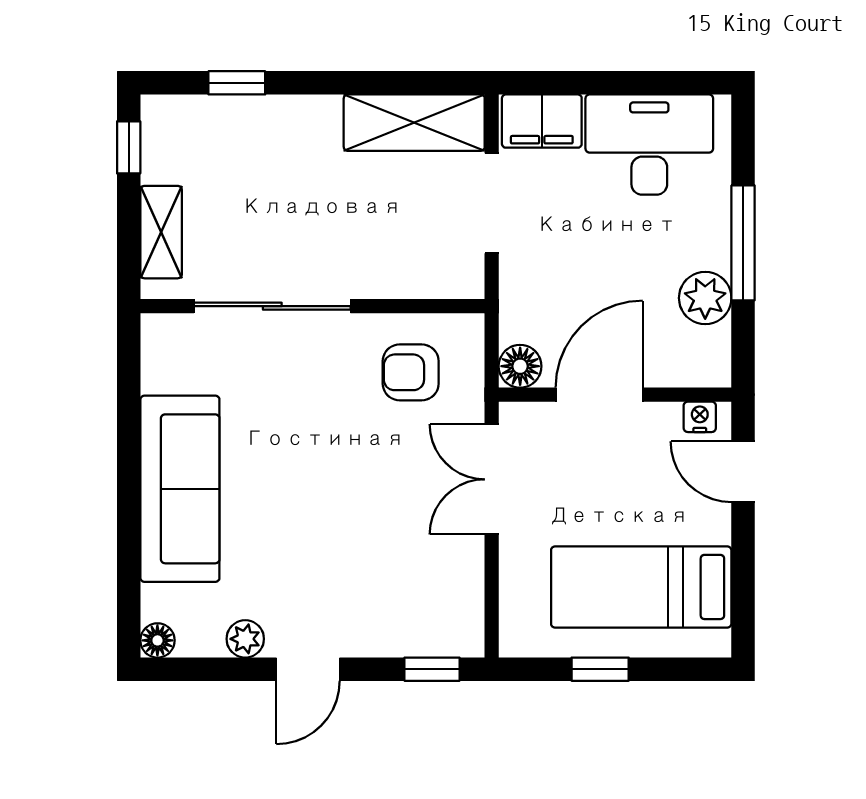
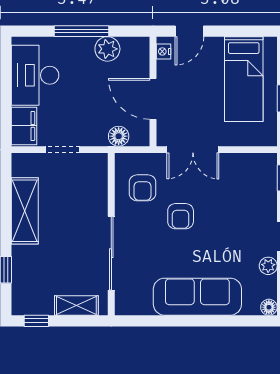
shelving: (414, 123) -> (25, 211), moved
doorway: (492, 203) -> (63, 150), width x0.73
floor lamp: (520, 366) -> (119, 136), moved
armchair: (351, 453) -> (181, 216), added

